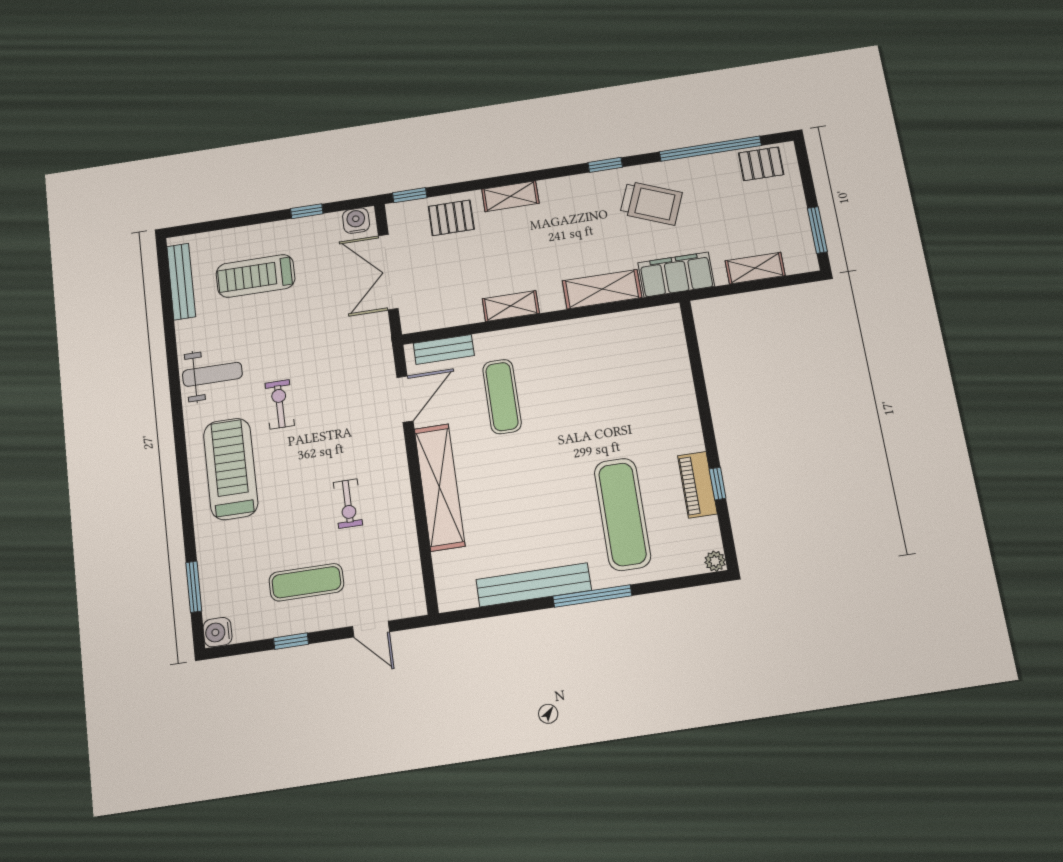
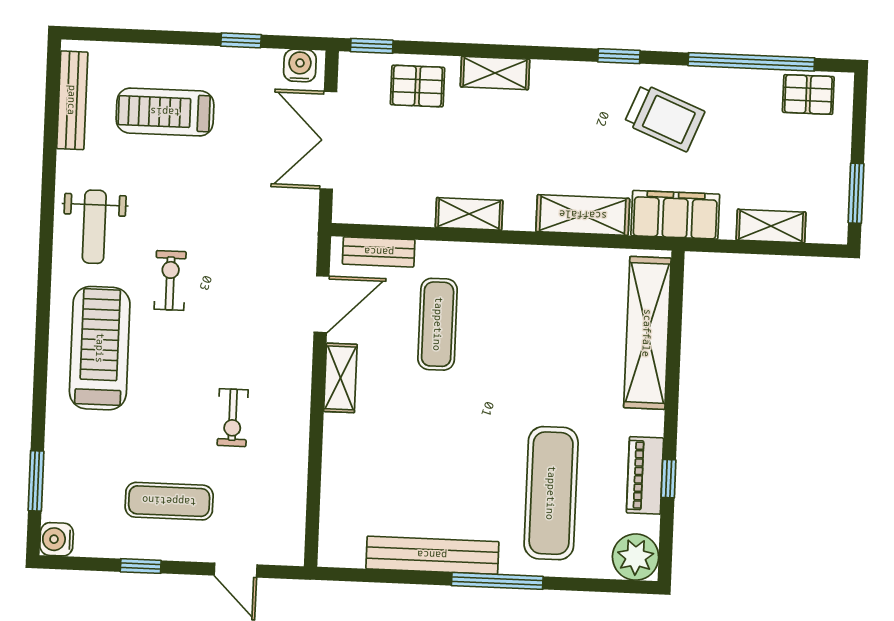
shelving: (674, 370) -> (647, 333), added
weight bench: (212, 374) -> (94, 227), turned 90
shelving: (439, 487) -> (340, 378), width x0.45, depth x0.75
plant: (715, 561) -> (636, 557), width x1.88, depth x1.88

